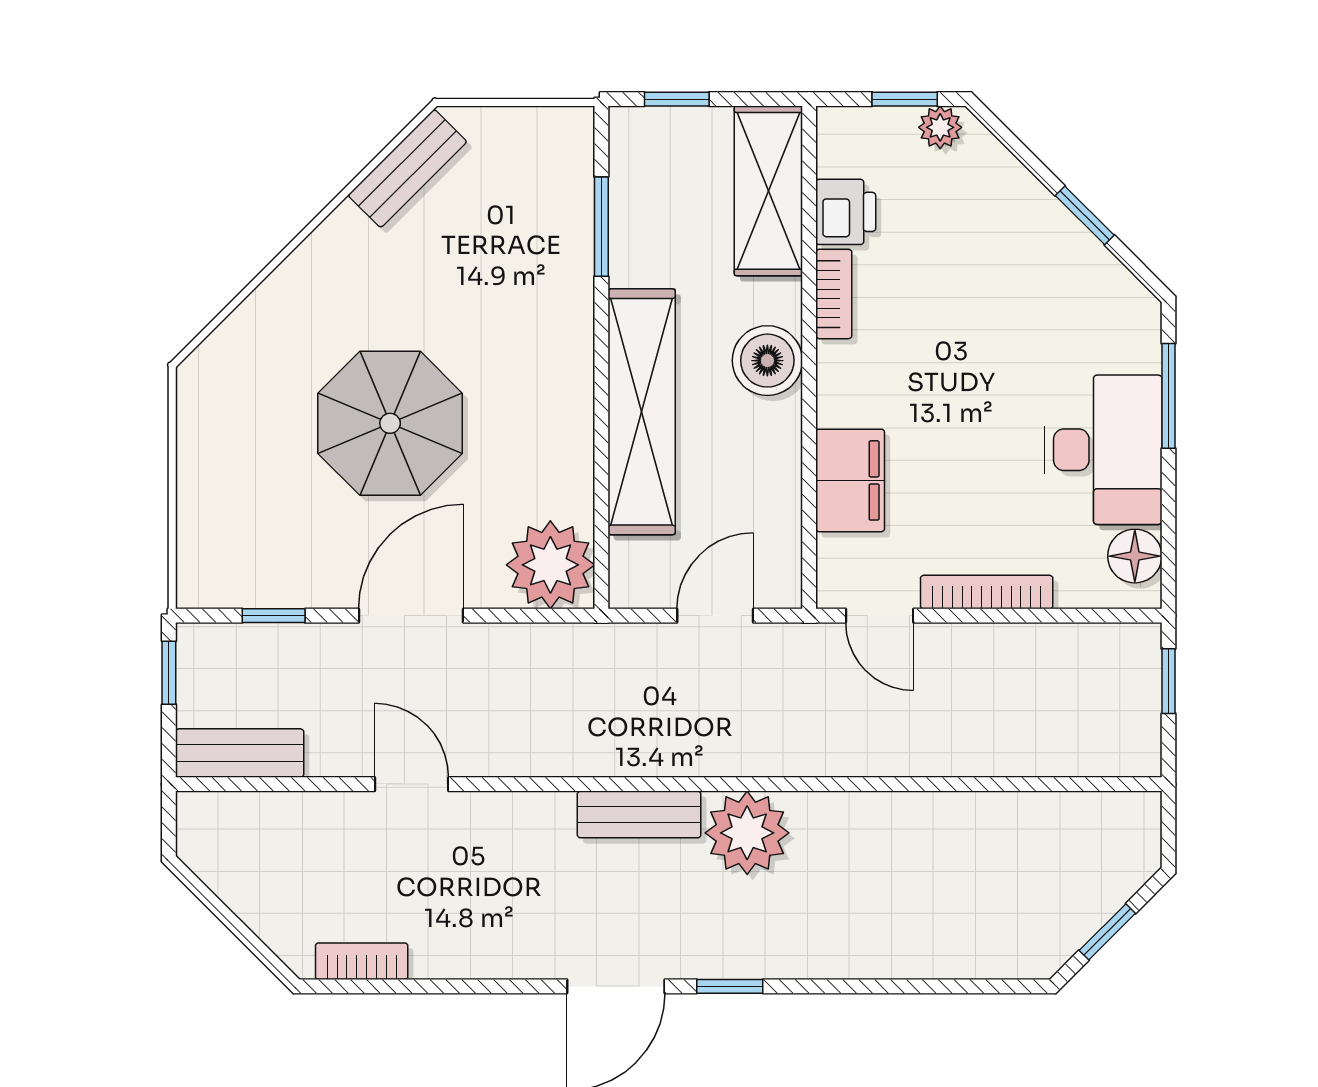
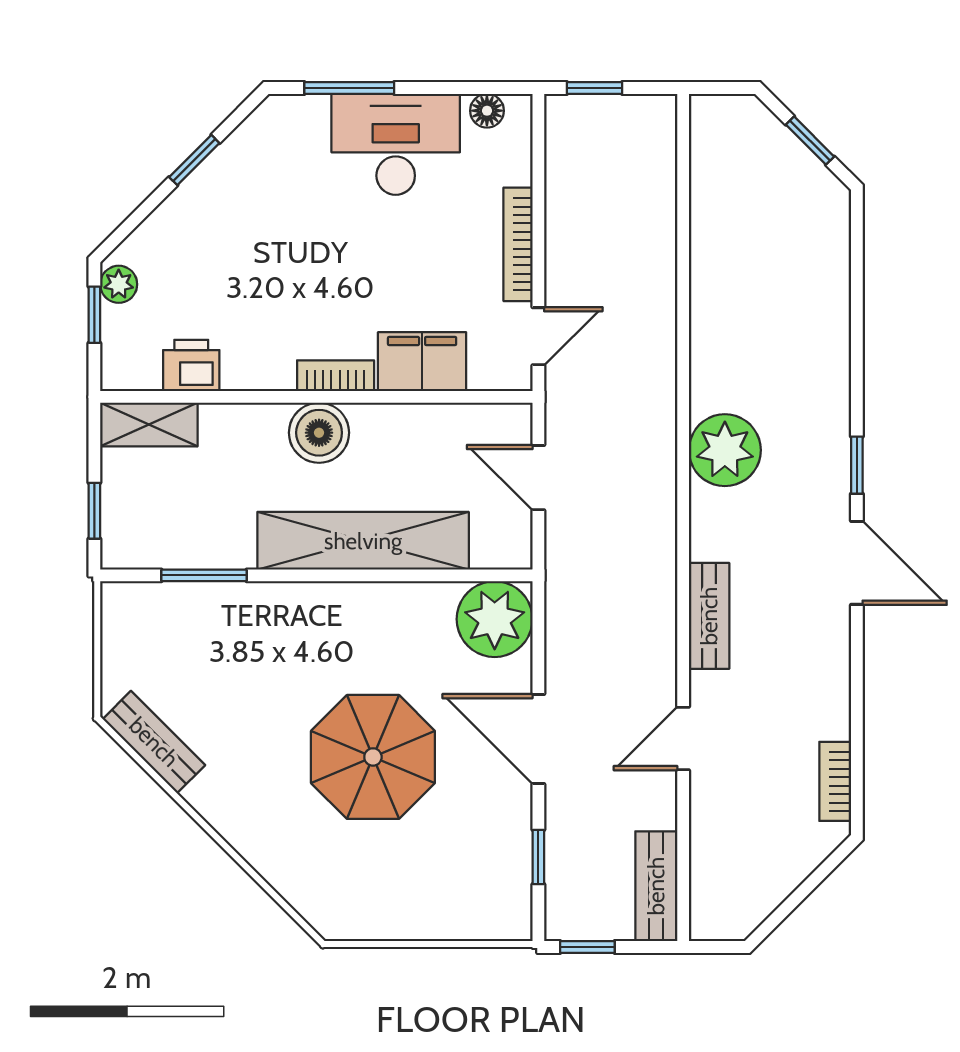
shelving: (768, 191) -> (149, 425), width x0.67, depth x0.75
bookcase: (834, 294) -> (336, 376), moved
floor lamp: (1135, 556) -> (487, 111), width x0.73, depth x0.73
bench: (639, 814) -> (709, 616), moved

